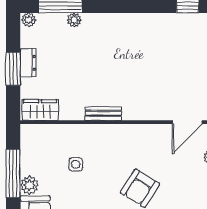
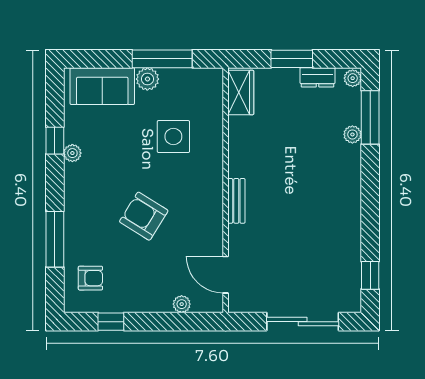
dresser: (28, 63) -> (318, 77), moved
bench: (103, 114) -> (236, 201), moved
side table: (76, 164) -> (173, 137), width x1.87, depth x1.87

